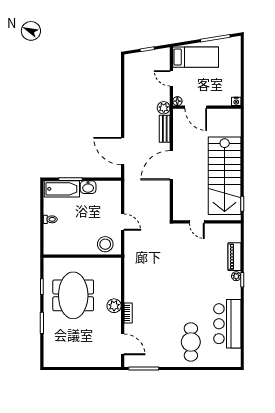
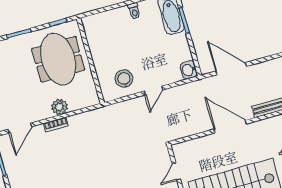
door: (123, 151) -> (231, 69), hinge flipped
washbasin: (88, 187) -> (189, 70), moved
wall: (82, 256) -> (91, 61), moved
meeting table: (73, 295) -> (58, 59), turned 90

